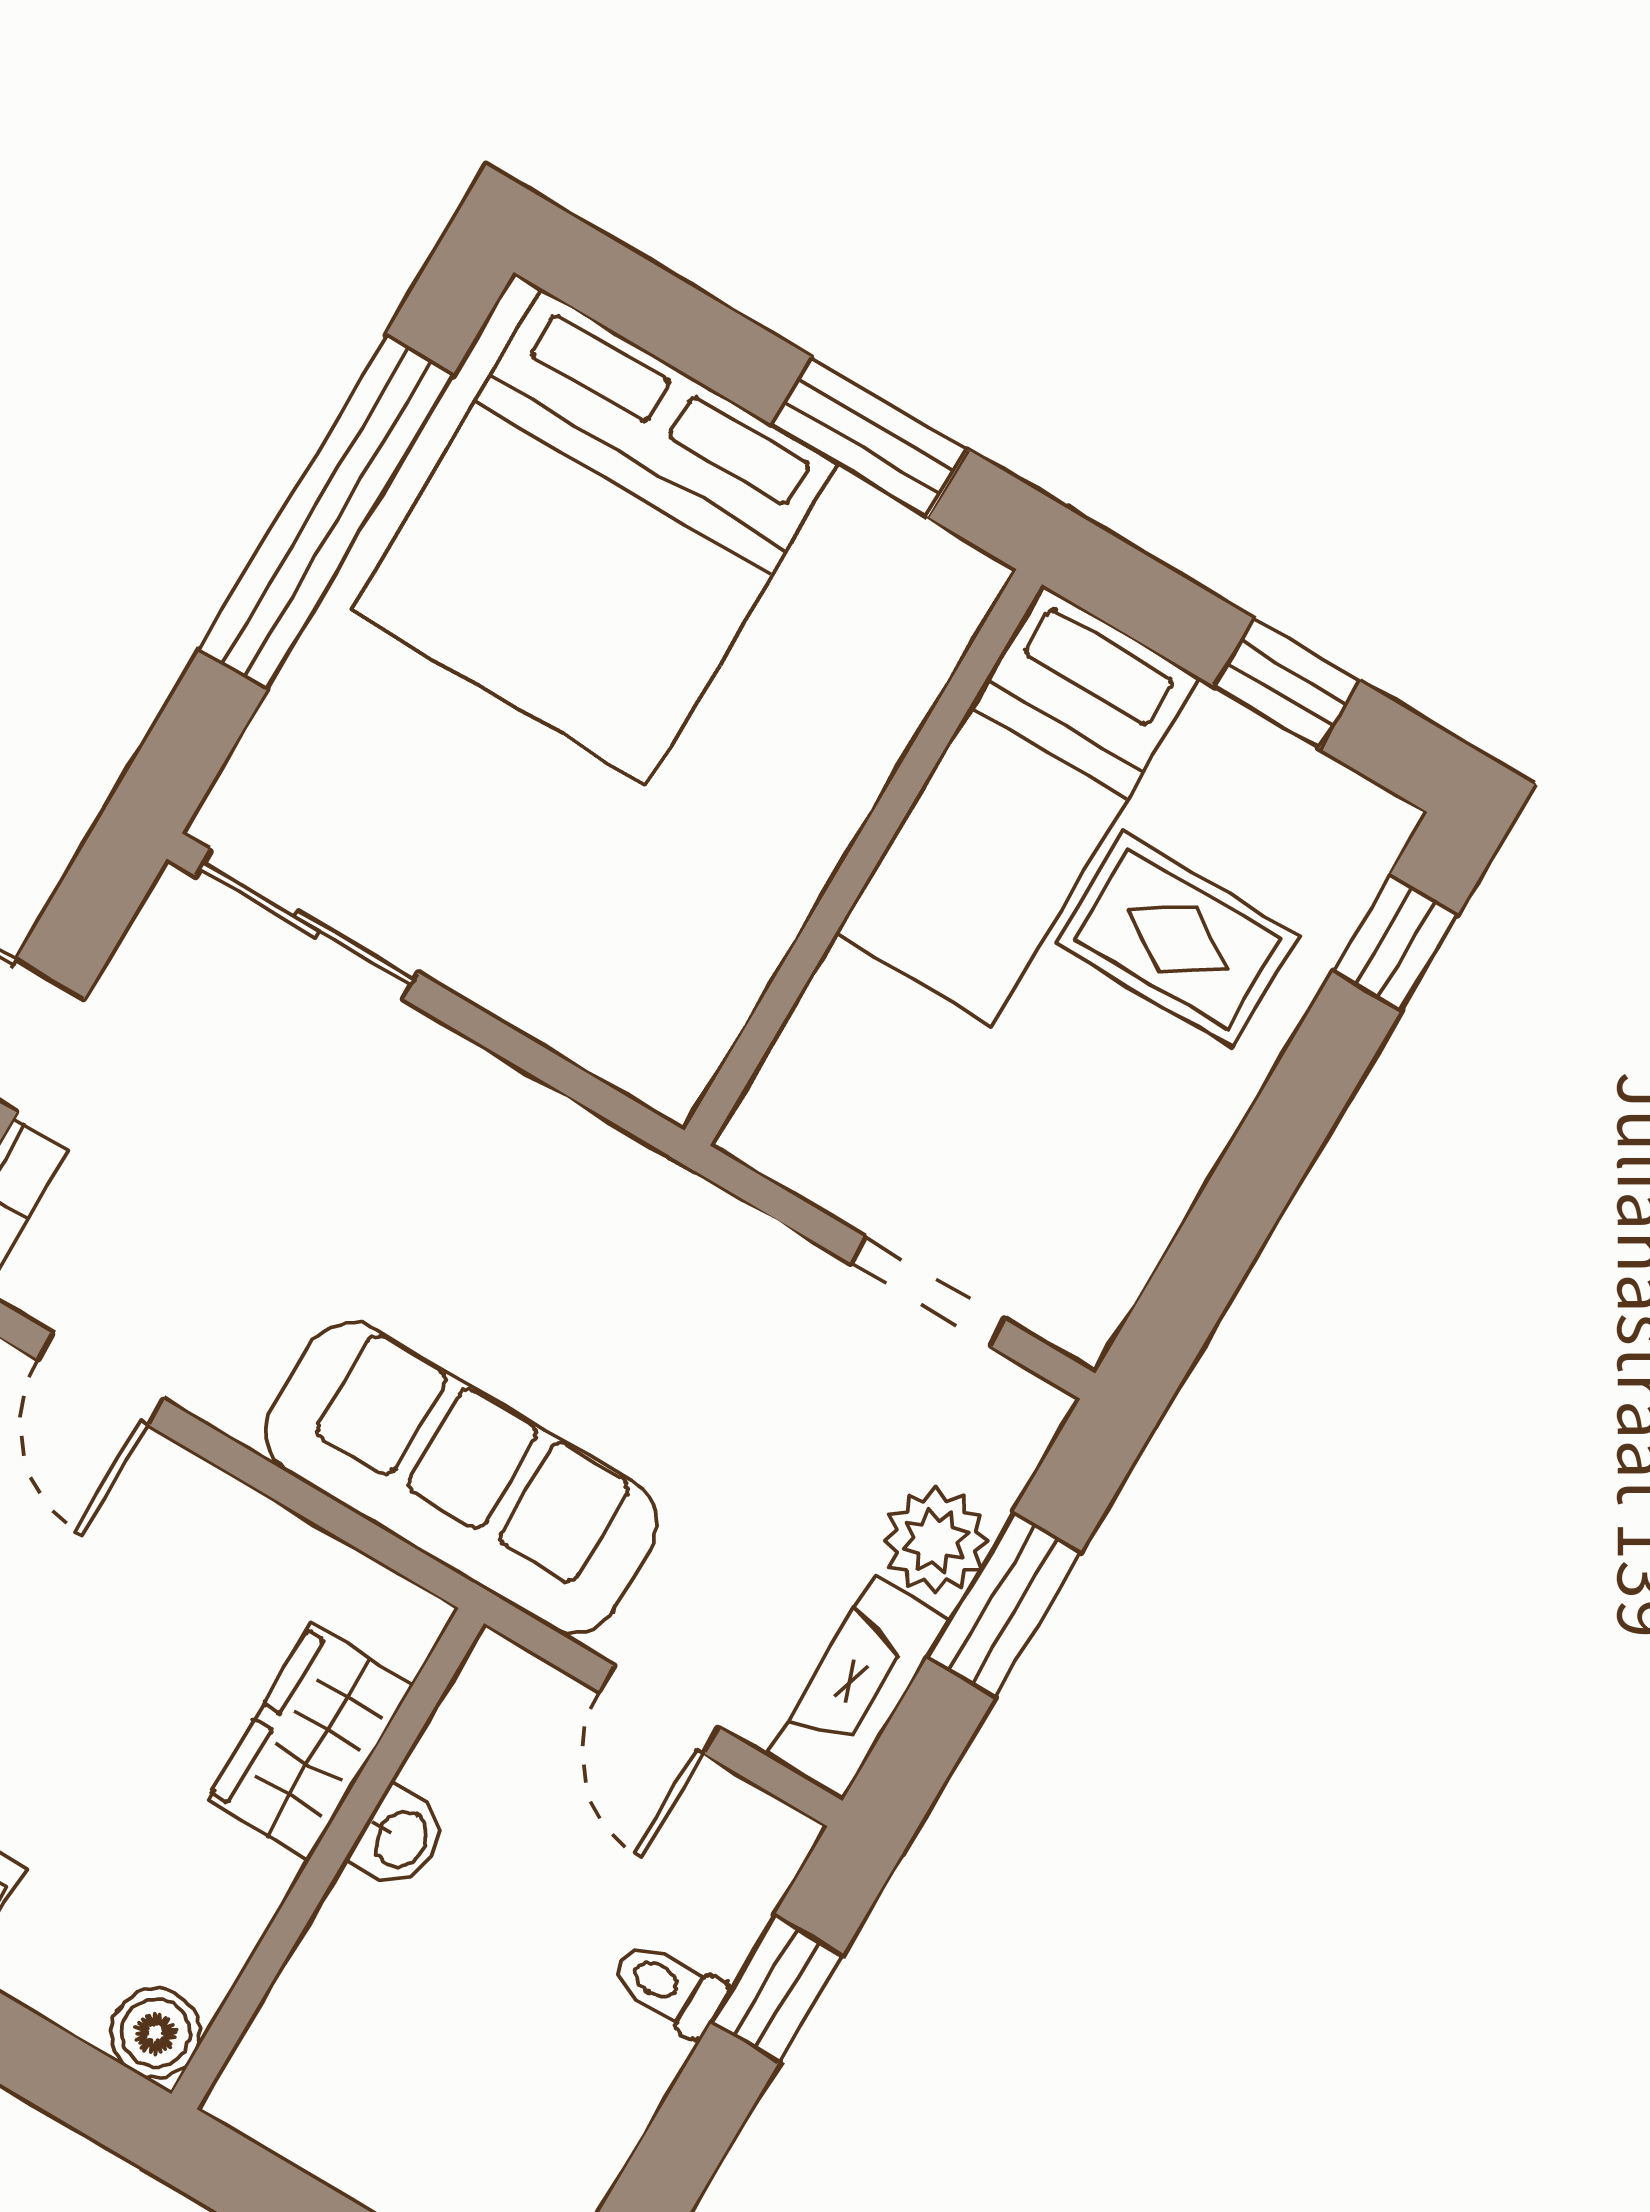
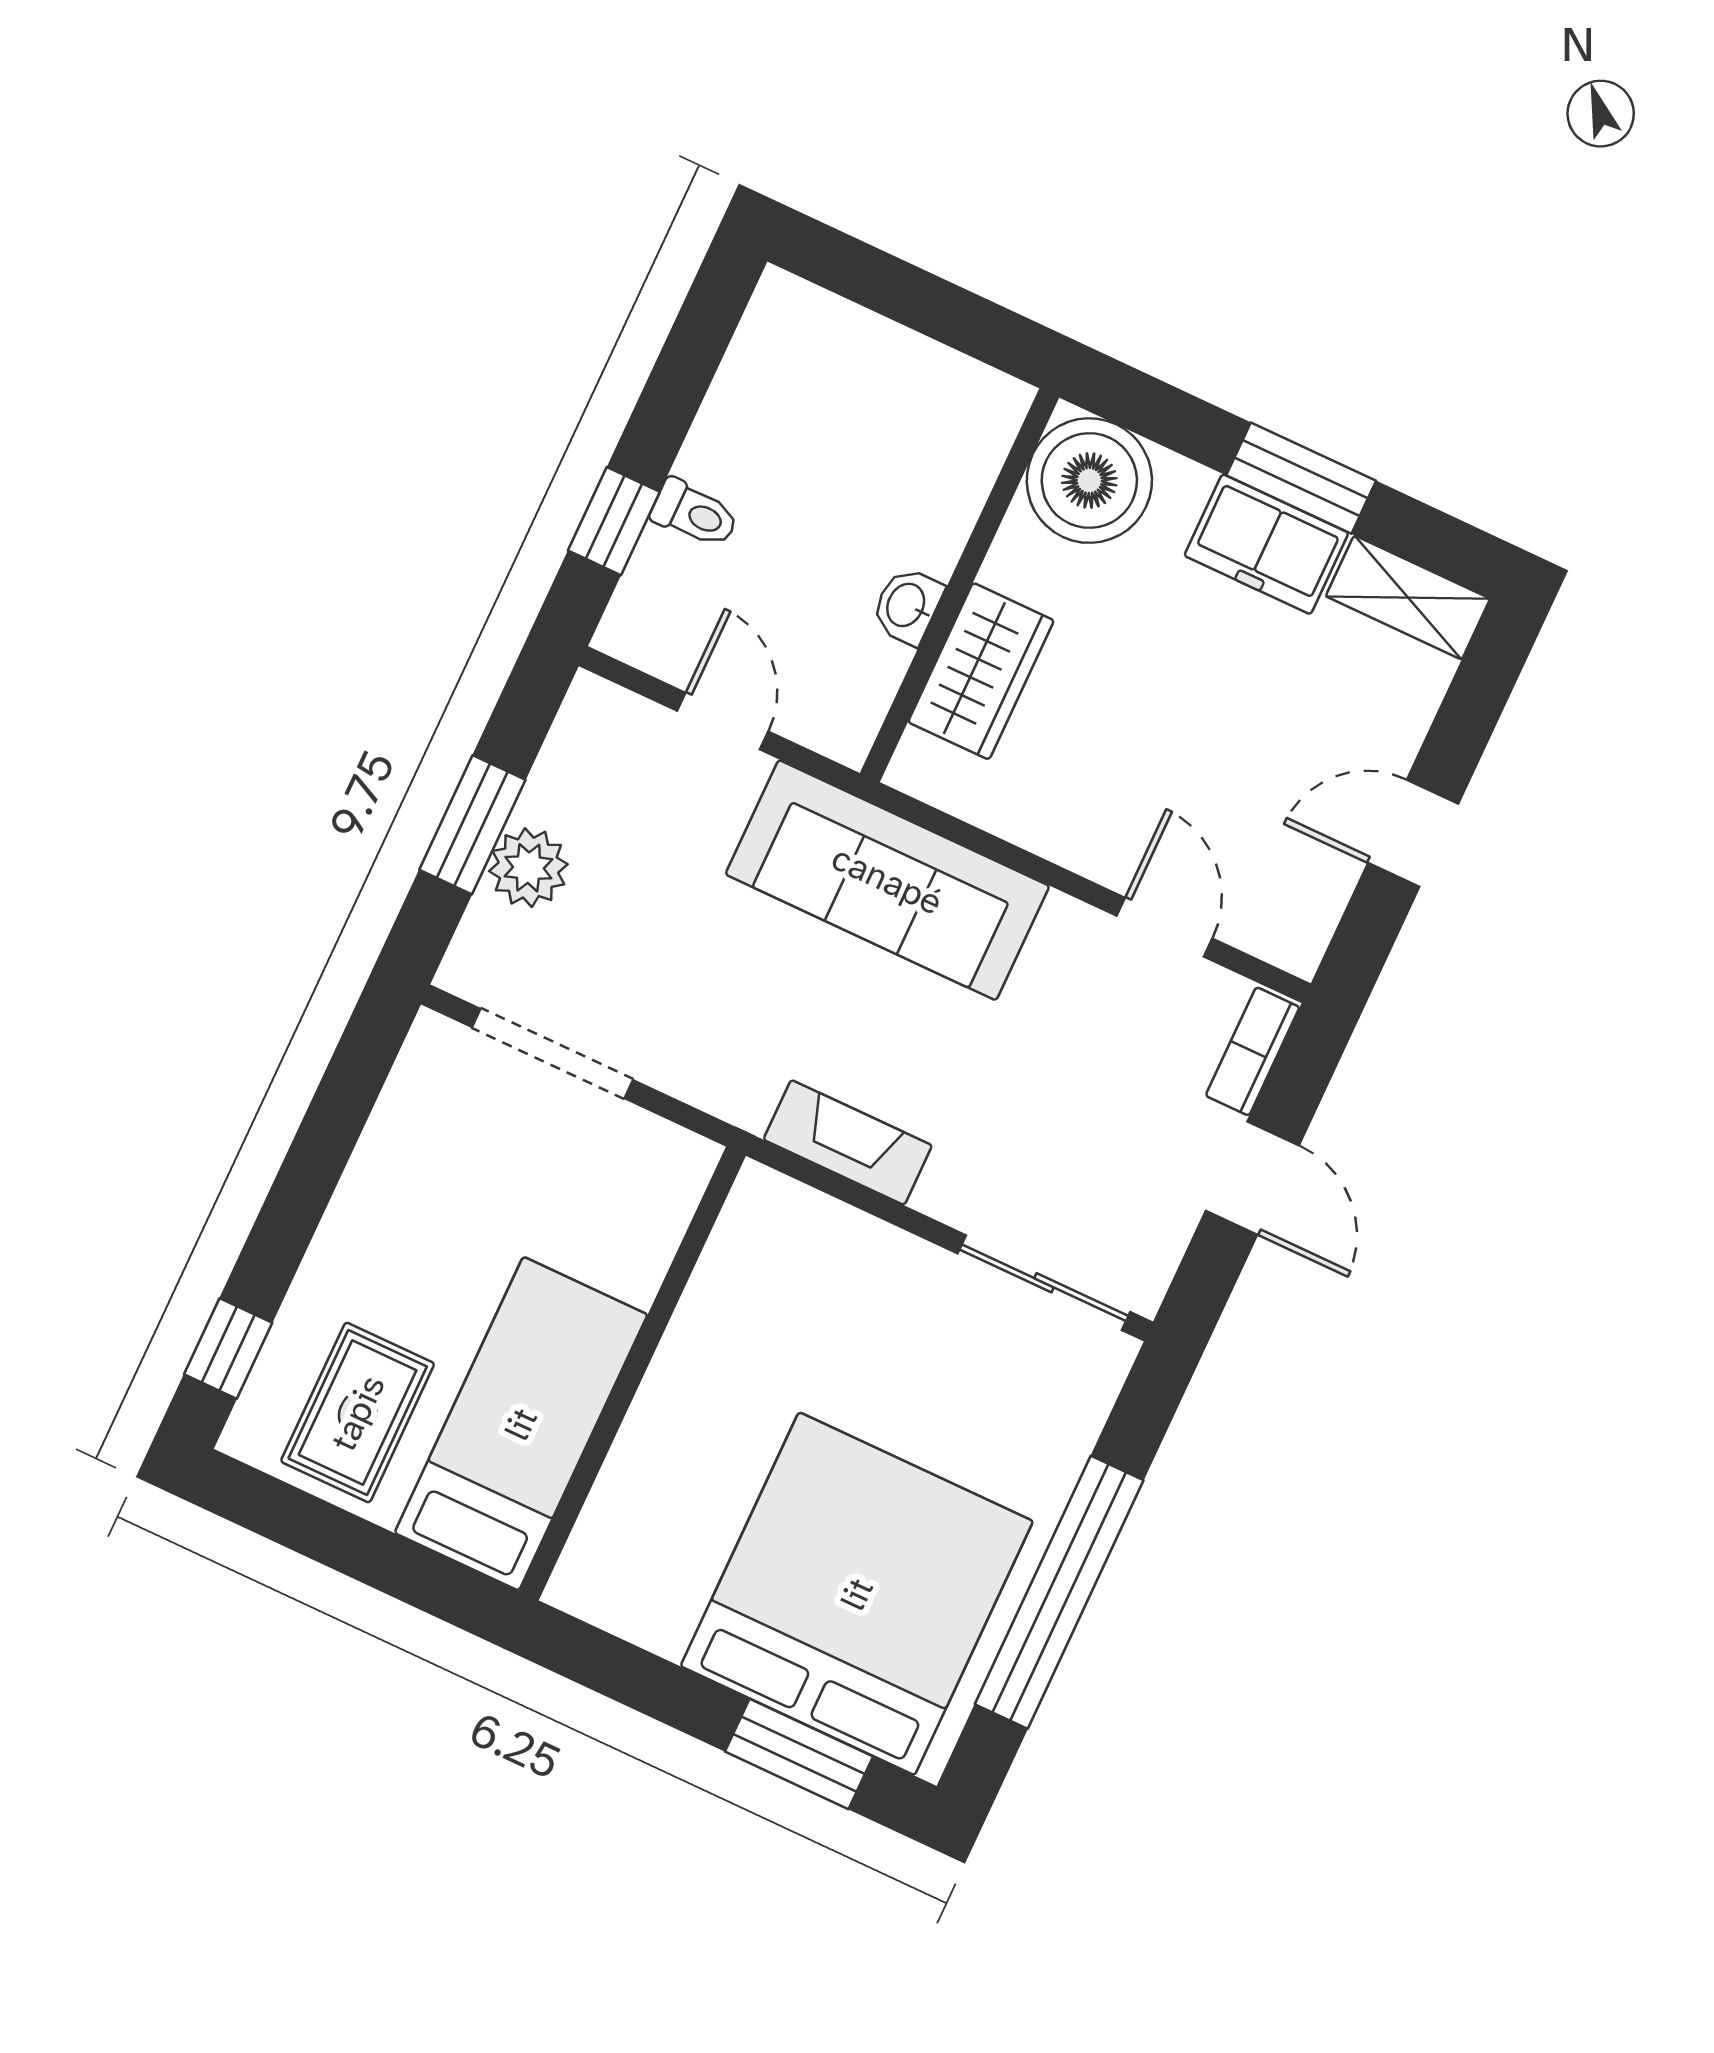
window: (870, 437) -> (799, 1754), moved
window: (1287, 684) -> (328, 1534), removed
rug: (1178, 939) -> (358, 1413), moved, turned 90
doorway: (928, 1291) -> (552, 1054), width x1.38
fireplace: (859, 1686) -> (848, 1142), moved, turned -90
boiler: (156, 2033) -> (1089, 481), width x1.86, depth x1.86

